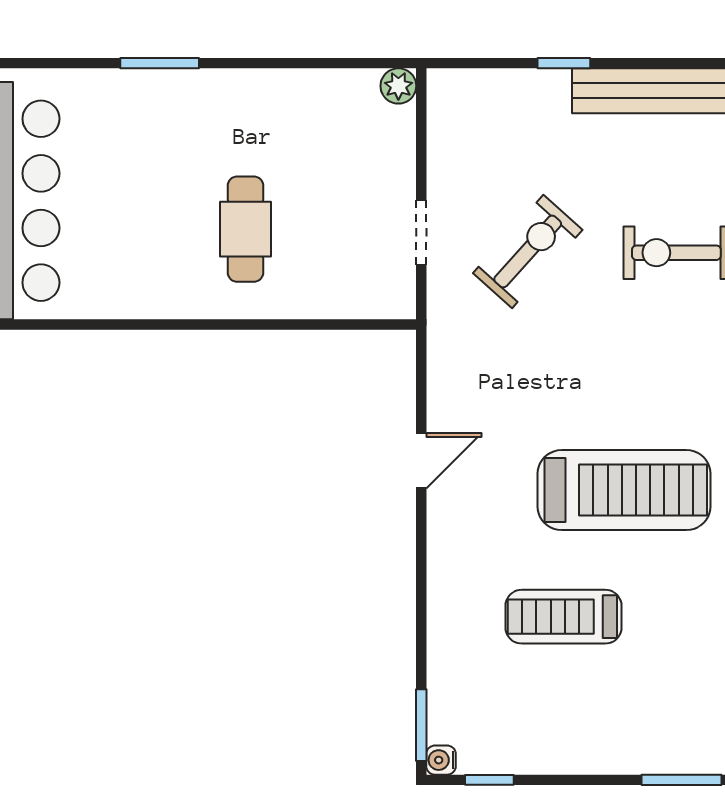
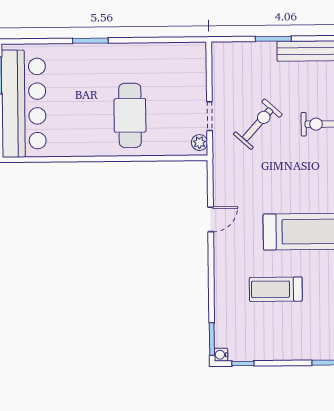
window: (564, 63) -> (273, 39), width x1.50
plant: (398, 86) -> (199, 143), moved
cafe table: (245, 229) -> (130, 115), width x1.37, depth x1.35

